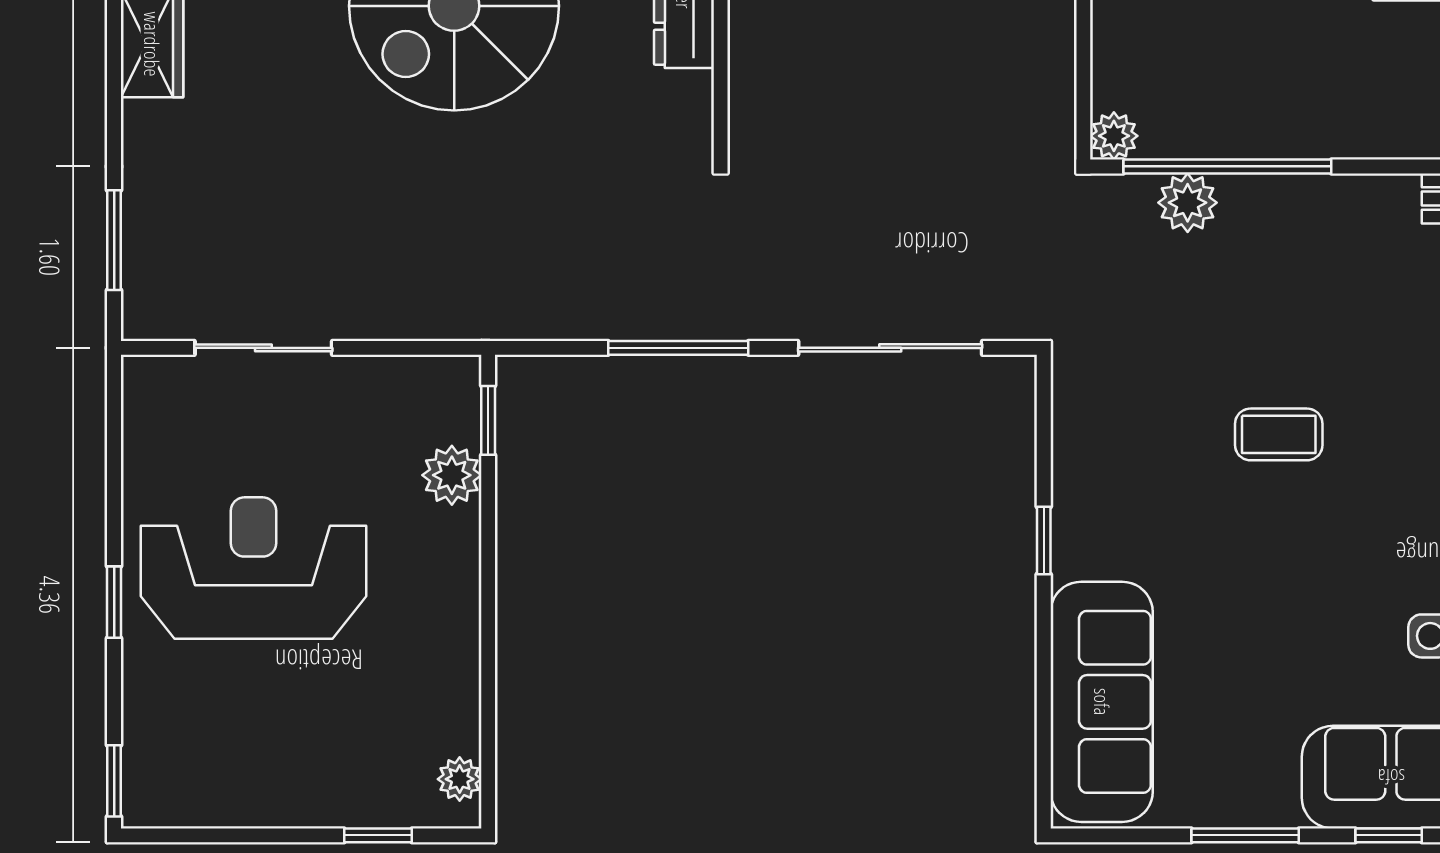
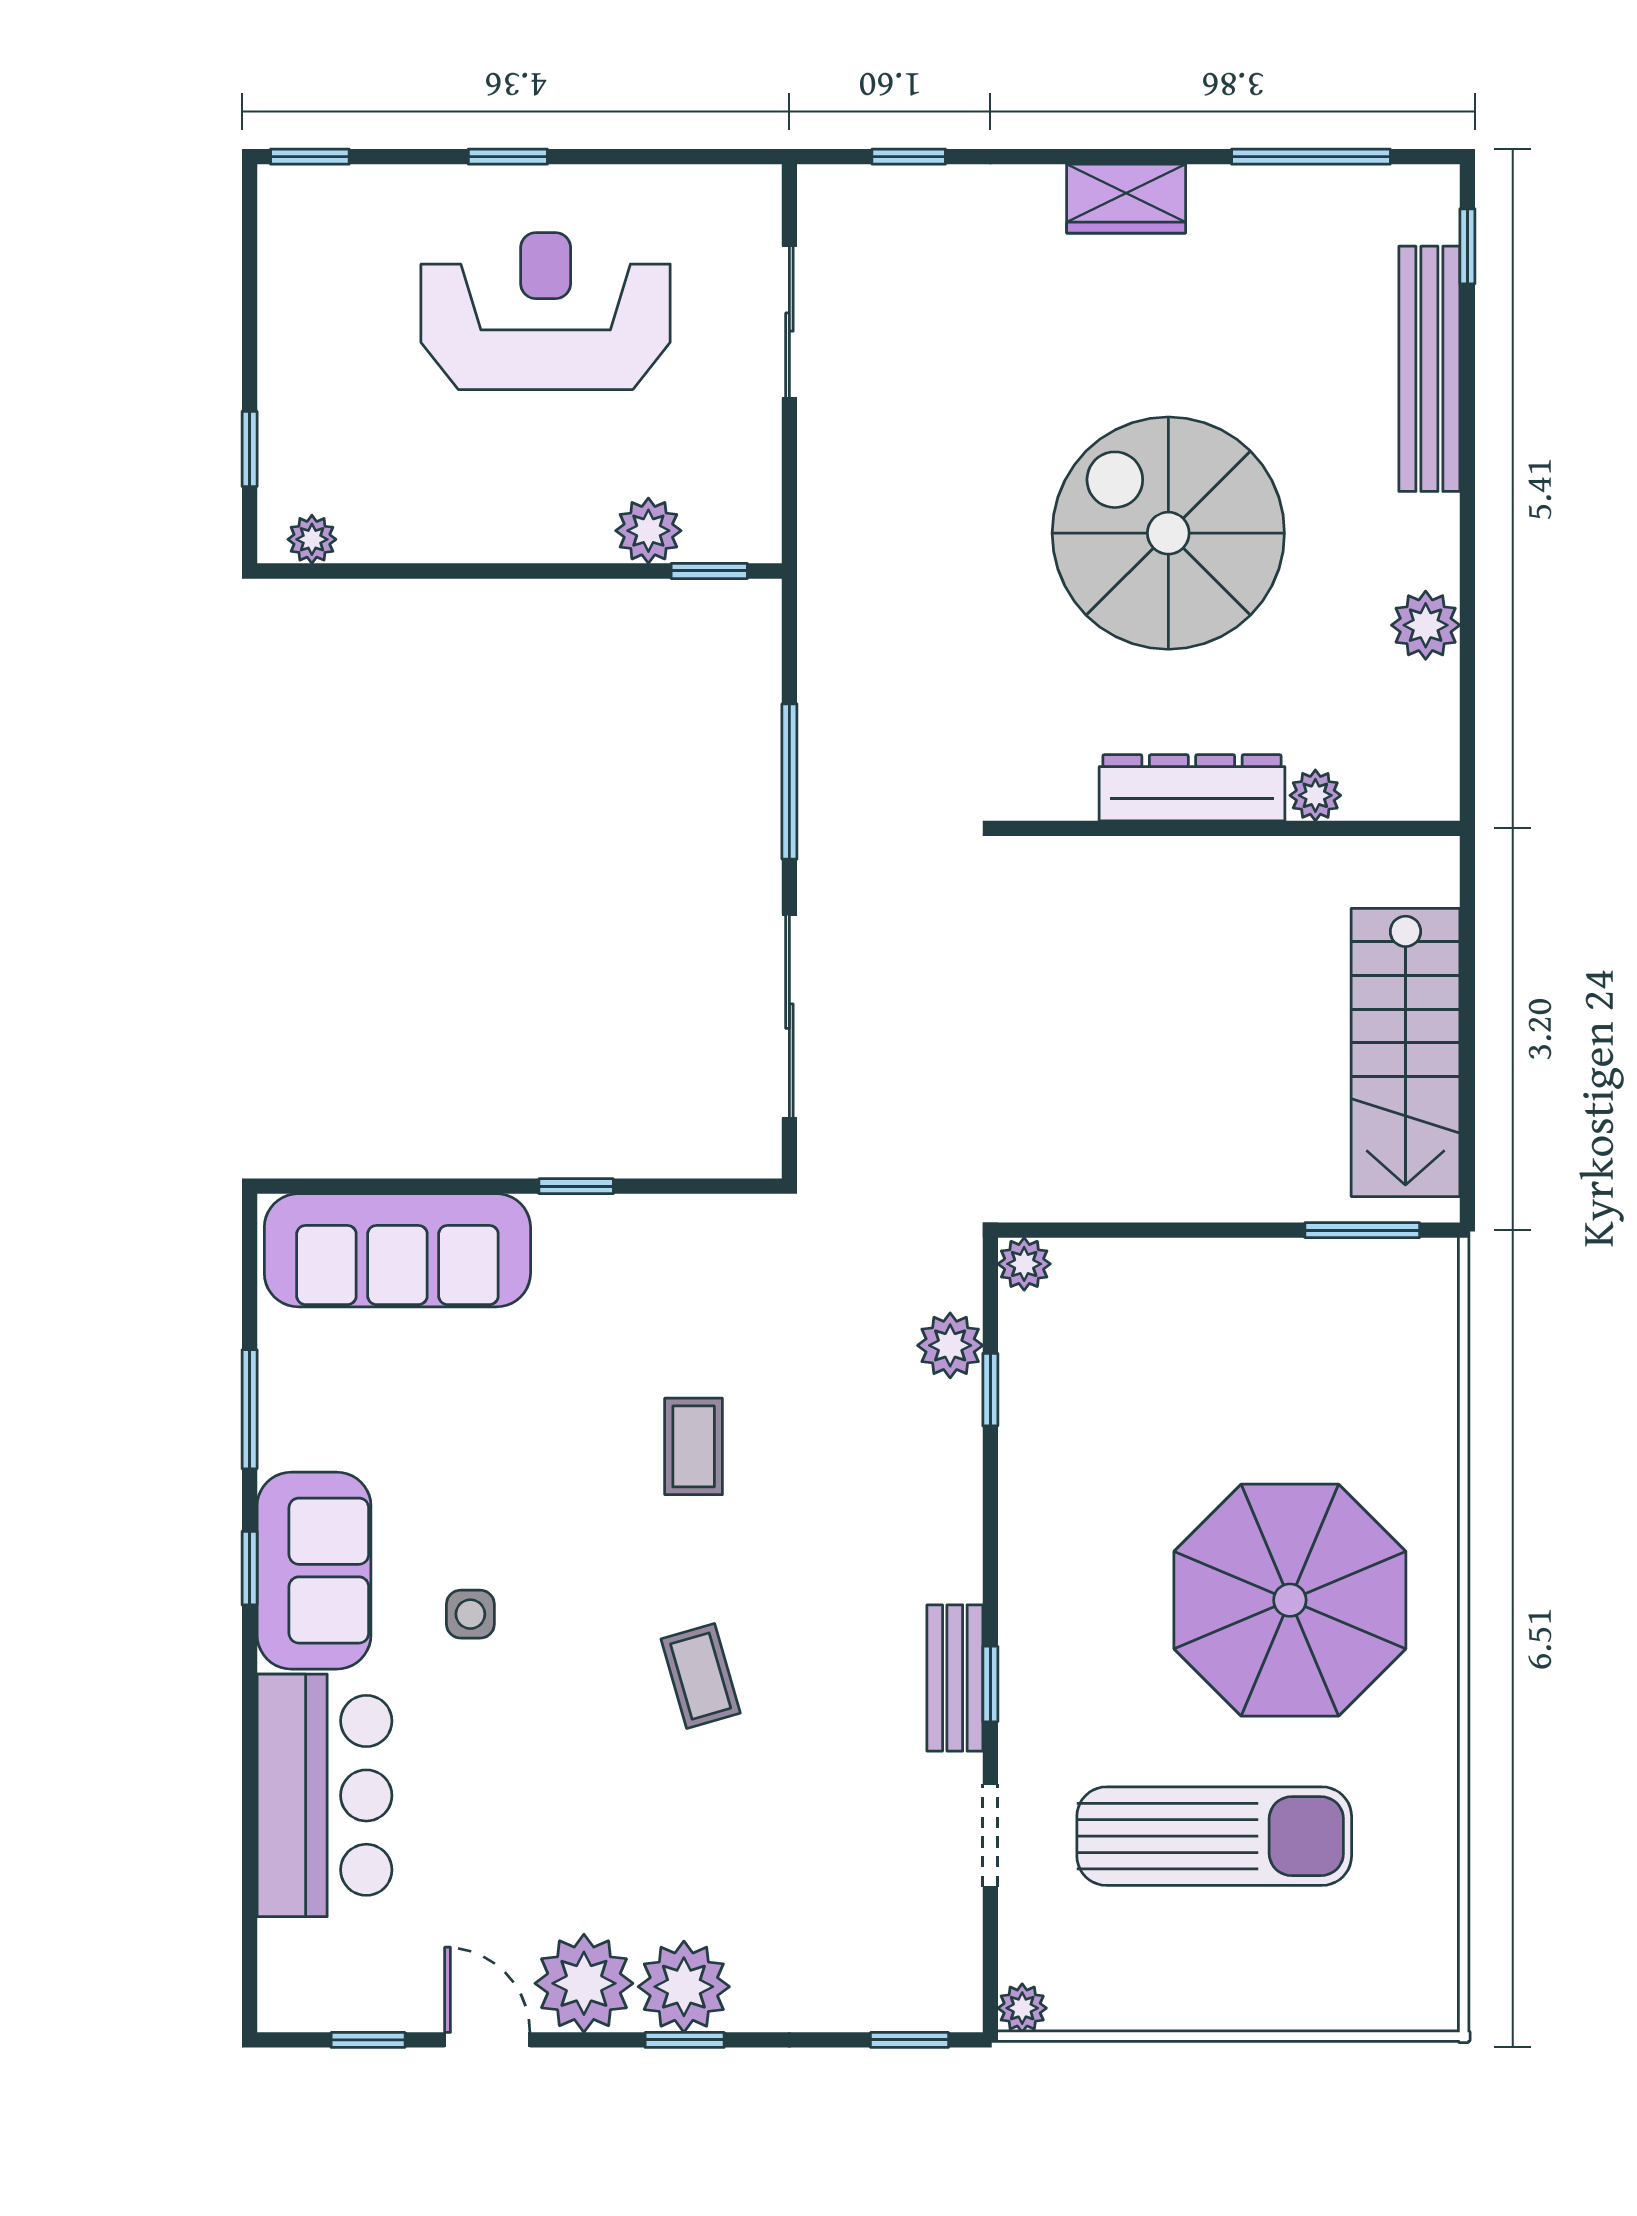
window: (1227, 166) -> (990, 1390), width x0.32
window: (114, 240) -> (909, 157), width x0.67
reception desk: (254, 568) -> (546, 311), turned -90

